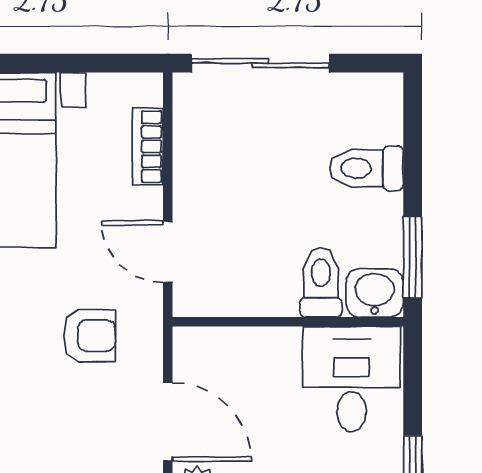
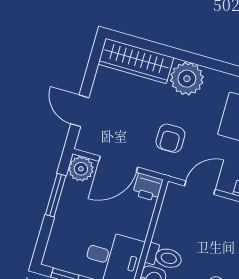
printer: (196, 352) -> (148, 187), added

